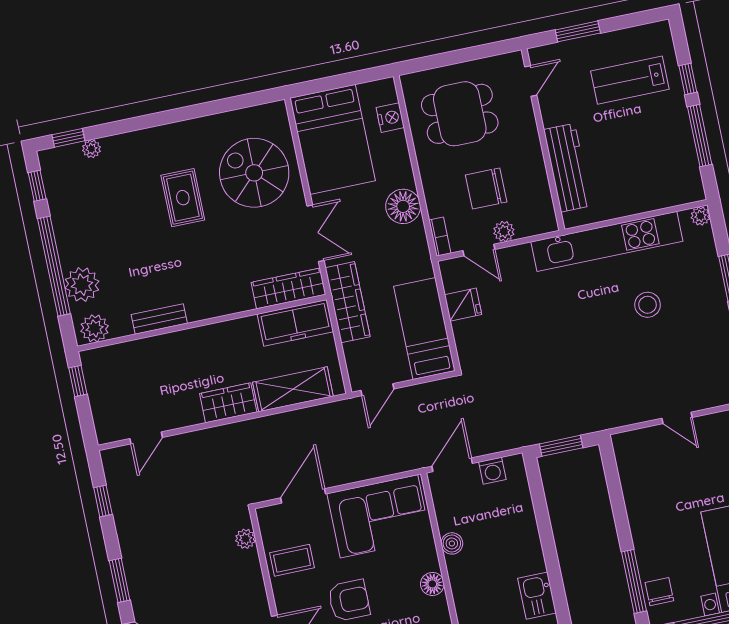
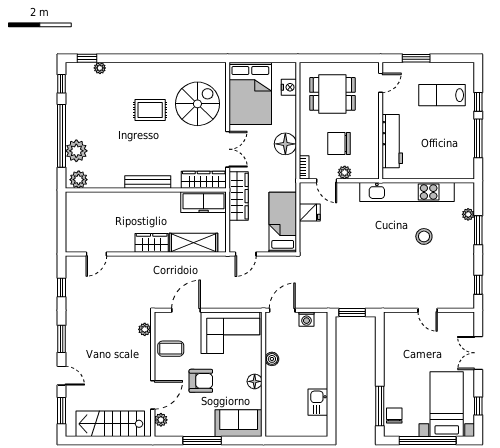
spiral stairs: (254, 173) -> (197, 104), turned 90
rug: (183, 198) -> (150, 110), turned 90
plant: (700, 216) -> (468, 214), moved
bench: (159, 319) -> (148, 182), moved, width x1.36
window: (78, 381) -> (61, 210), removed

